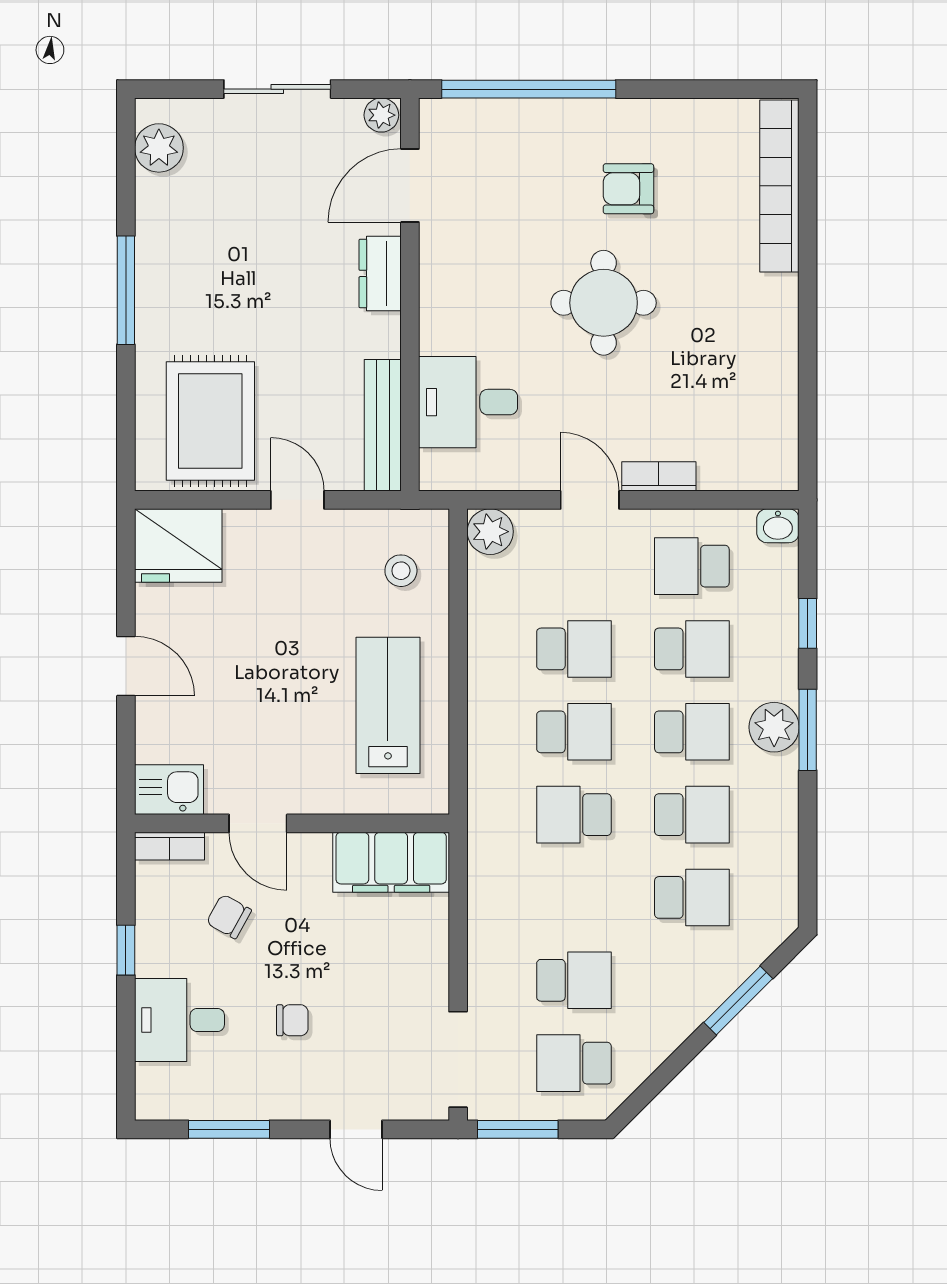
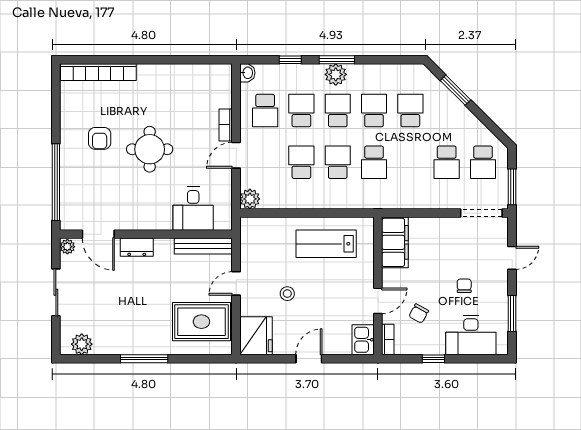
stool: (401, 571) -> (287, 294), moved
school desk: (574, 980) -> (447, 162), turned 180
desk: (179, 1020) -> (471, 335), width x1.37

